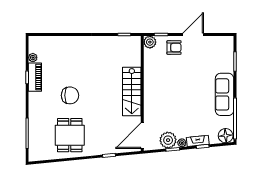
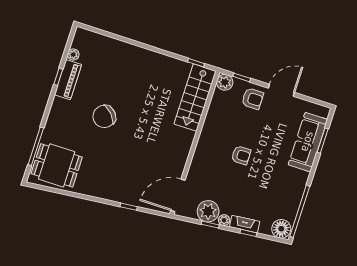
stairs: (132, 91) -> (195, 98), moved
armchair: (179, 91) -> (241, 155), added
sofa: (225, 94) -> (308, 142), moved
chair: (70, 95) -> (104, 116), turned 137
dining table: (70, 135) -> (57, 165), moved, turned 90

